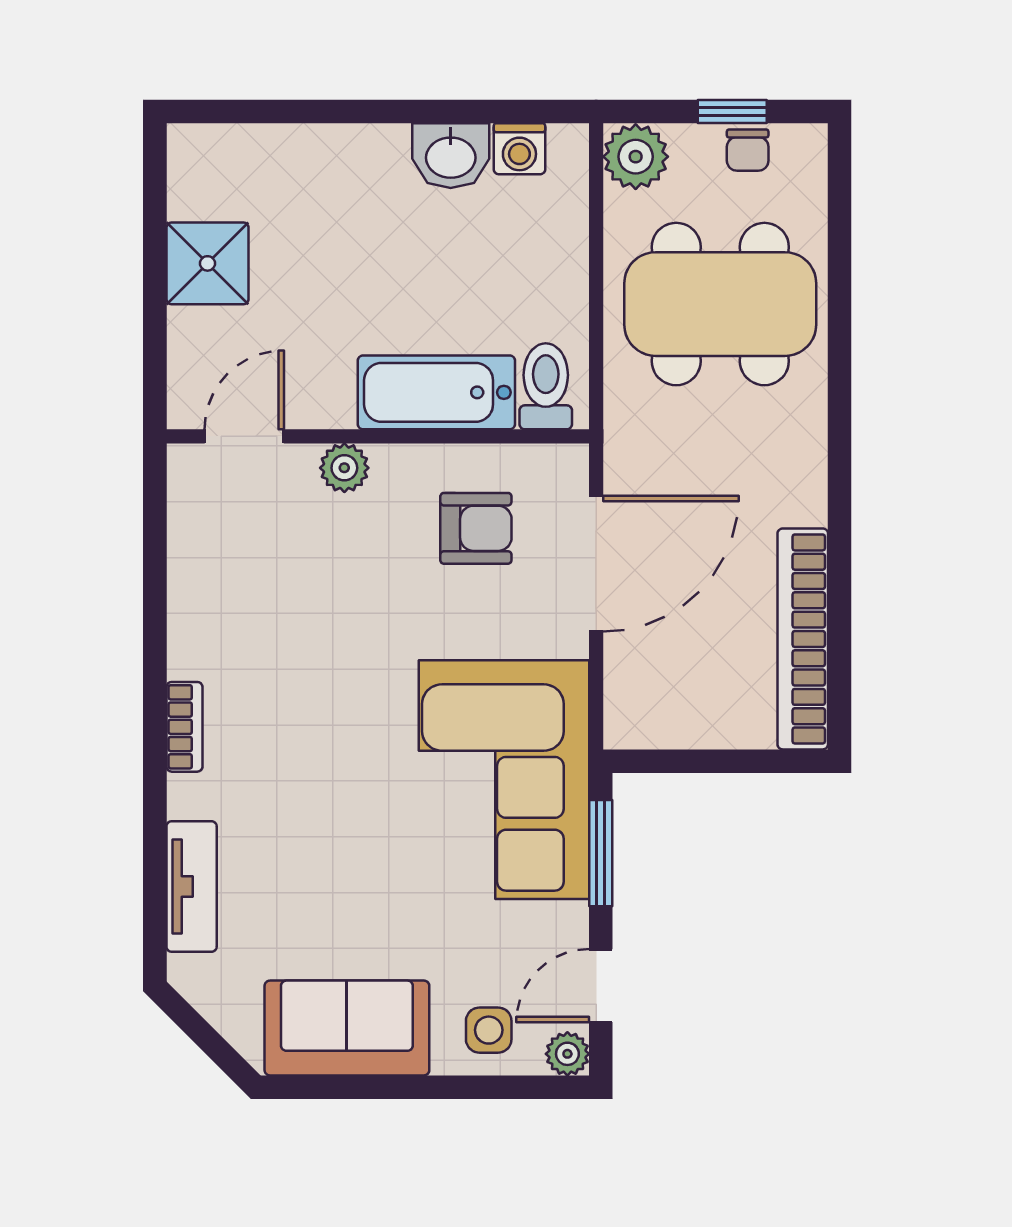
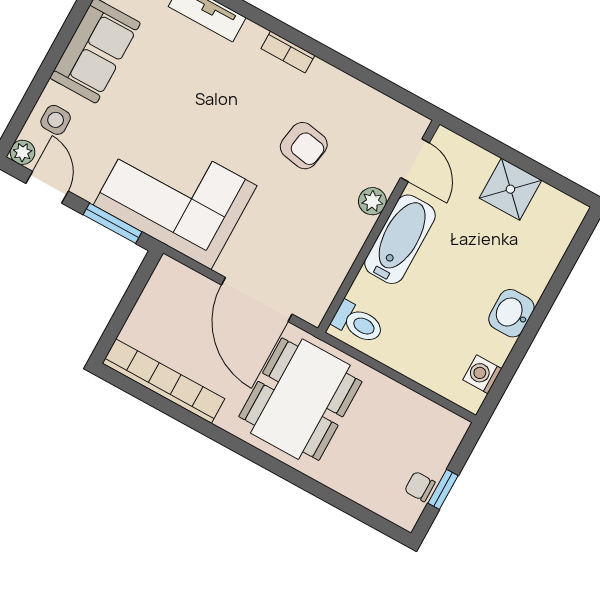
washbasin: (451, 156) -> (511, 313), moved
plant: (636, 157) -> (447, 429), removed
dining table: (720, 304) -> (300, 399), moved
bathtub: (436, 392) -> (400, 239), moved
armchair: (476, 528) -> (304, 146), moved, turned -80

